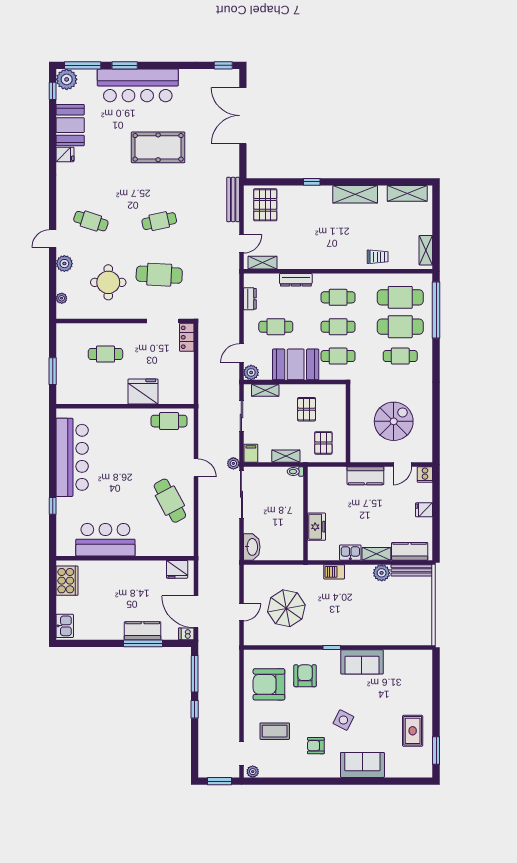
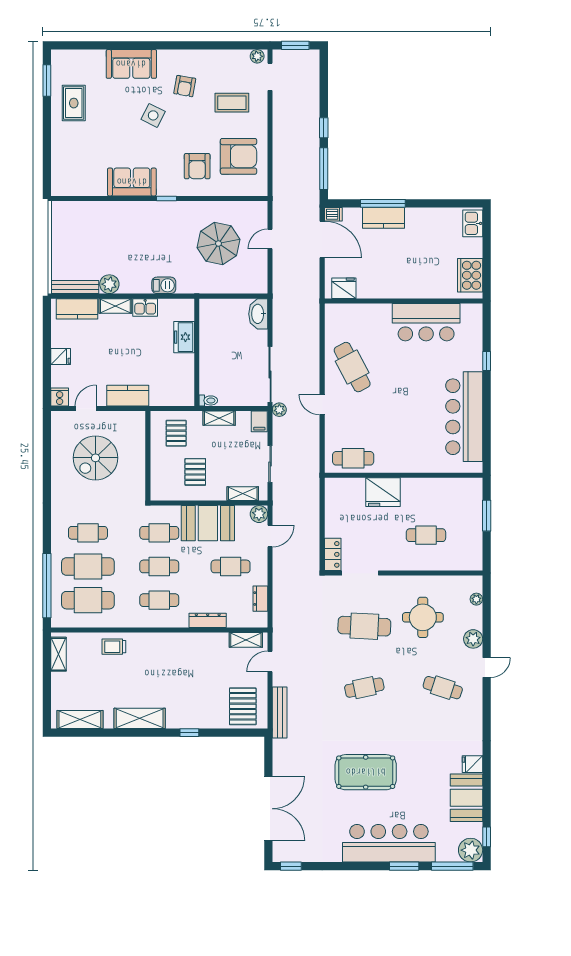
armchair: (316, 746) -> (185, 86), turned 100

